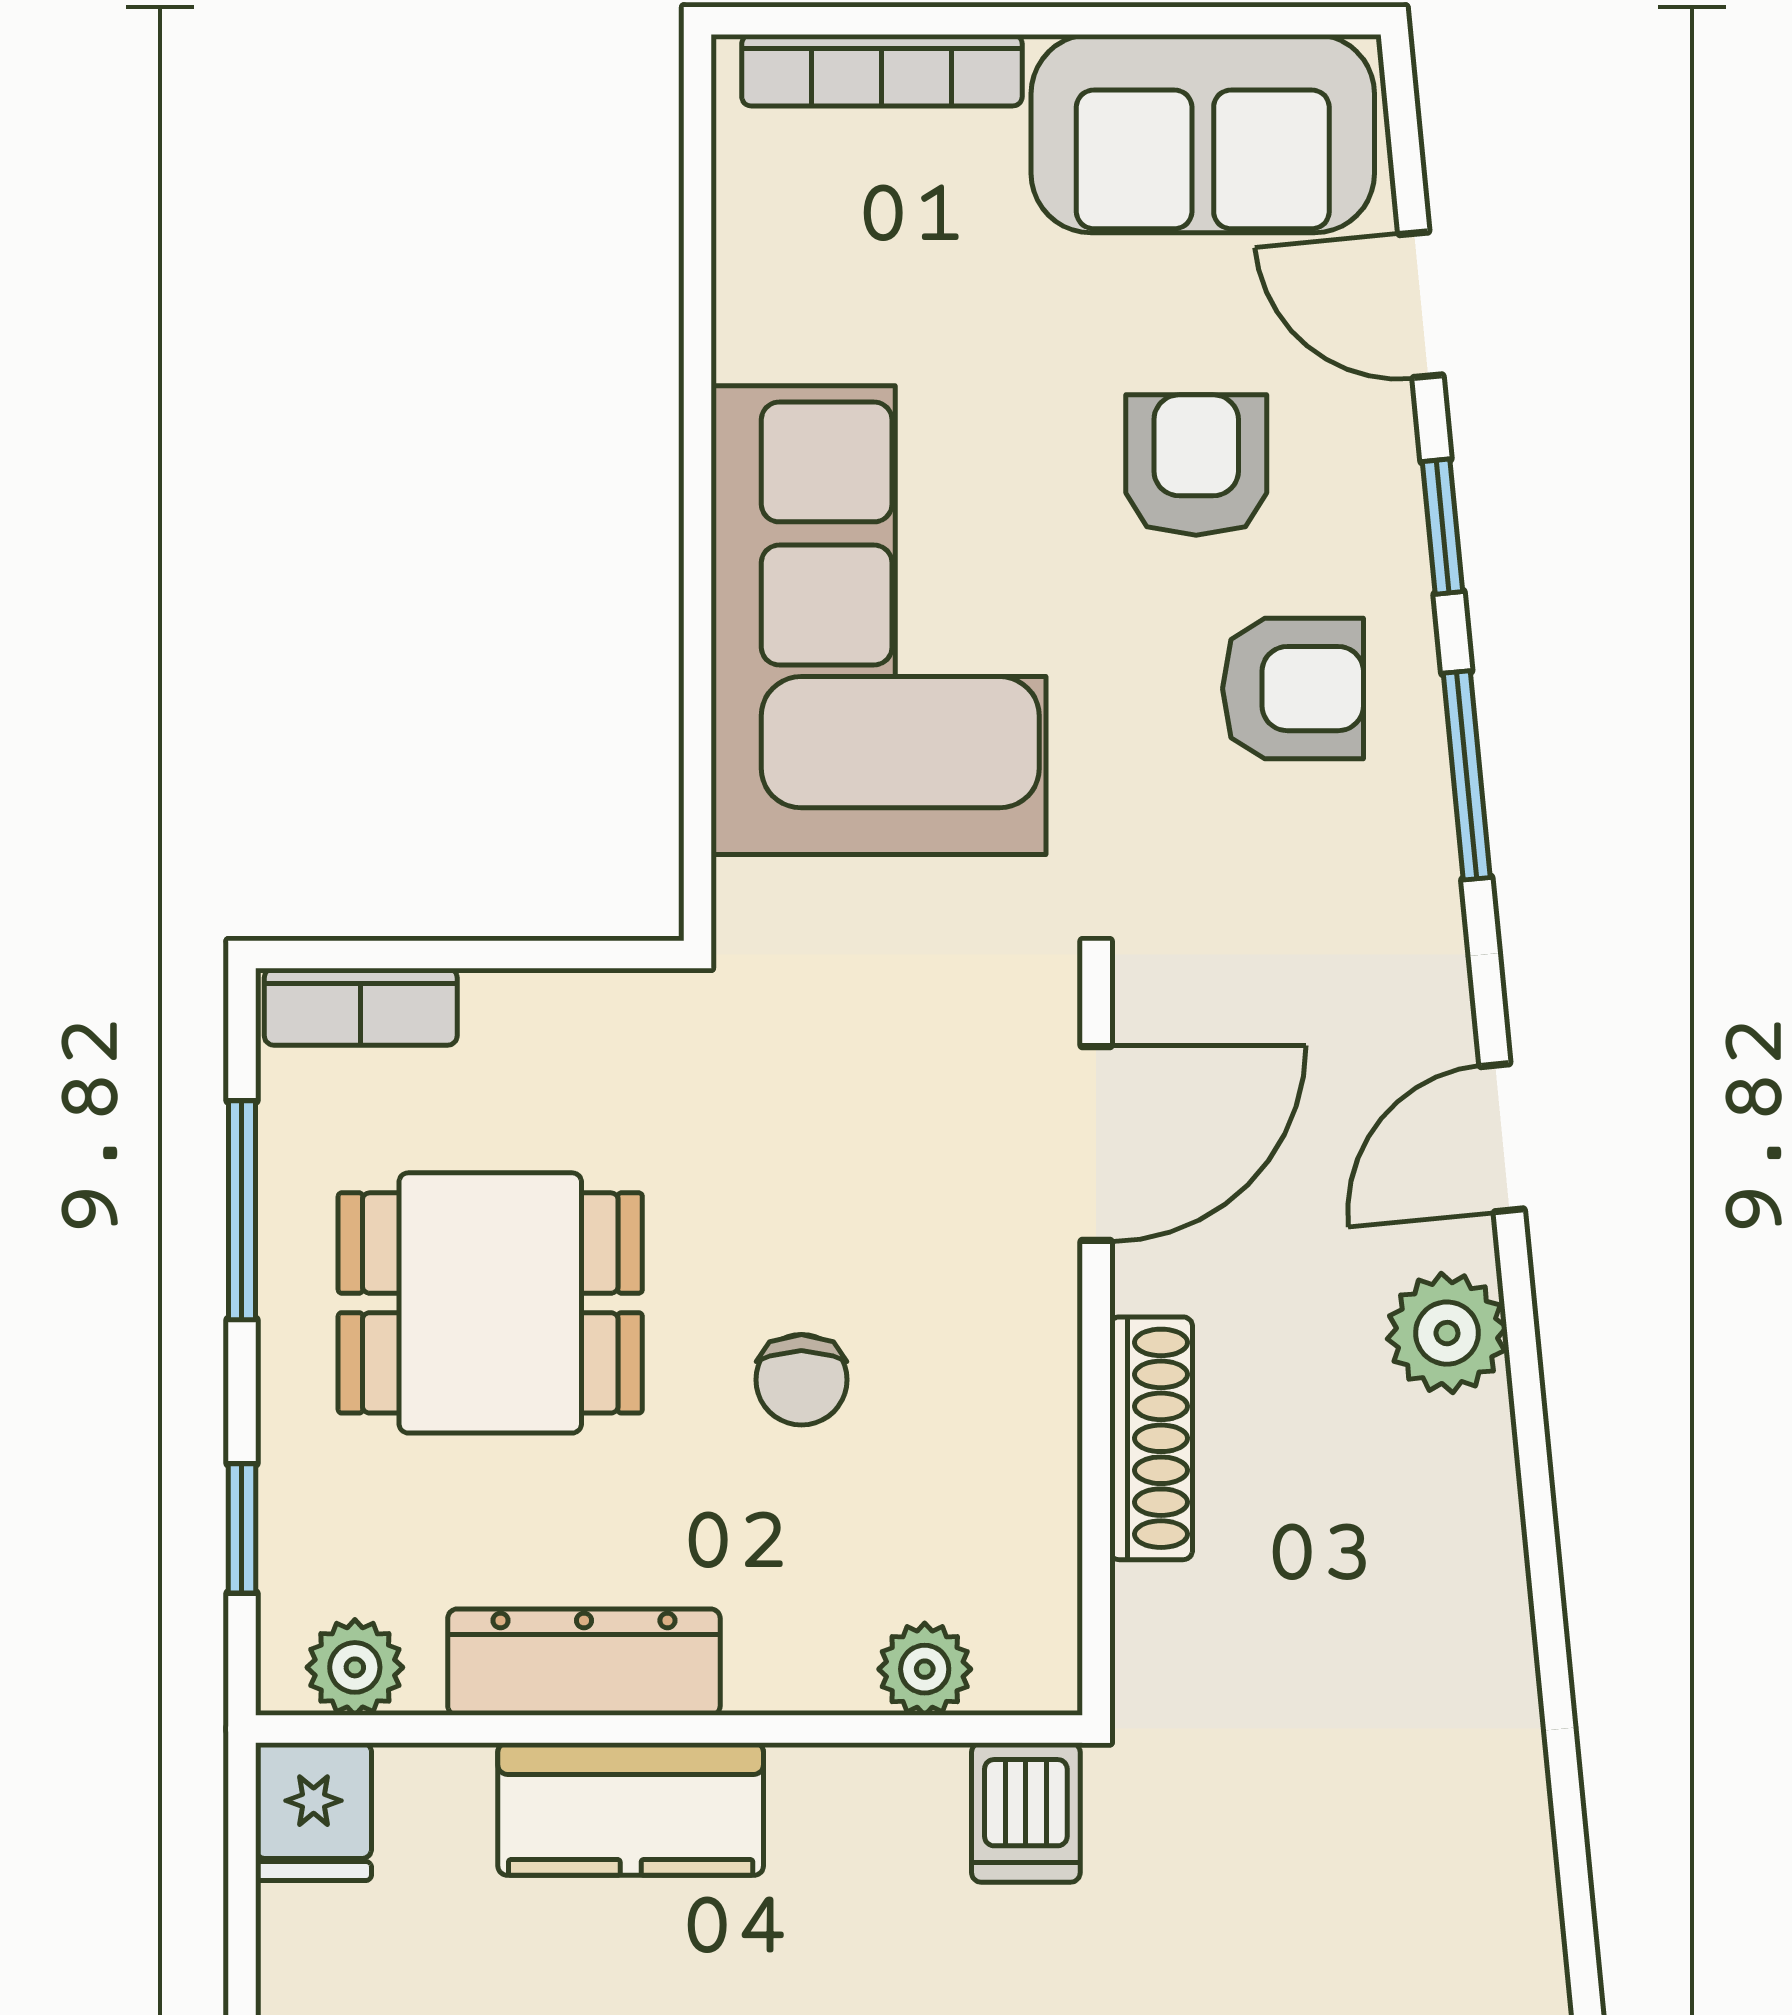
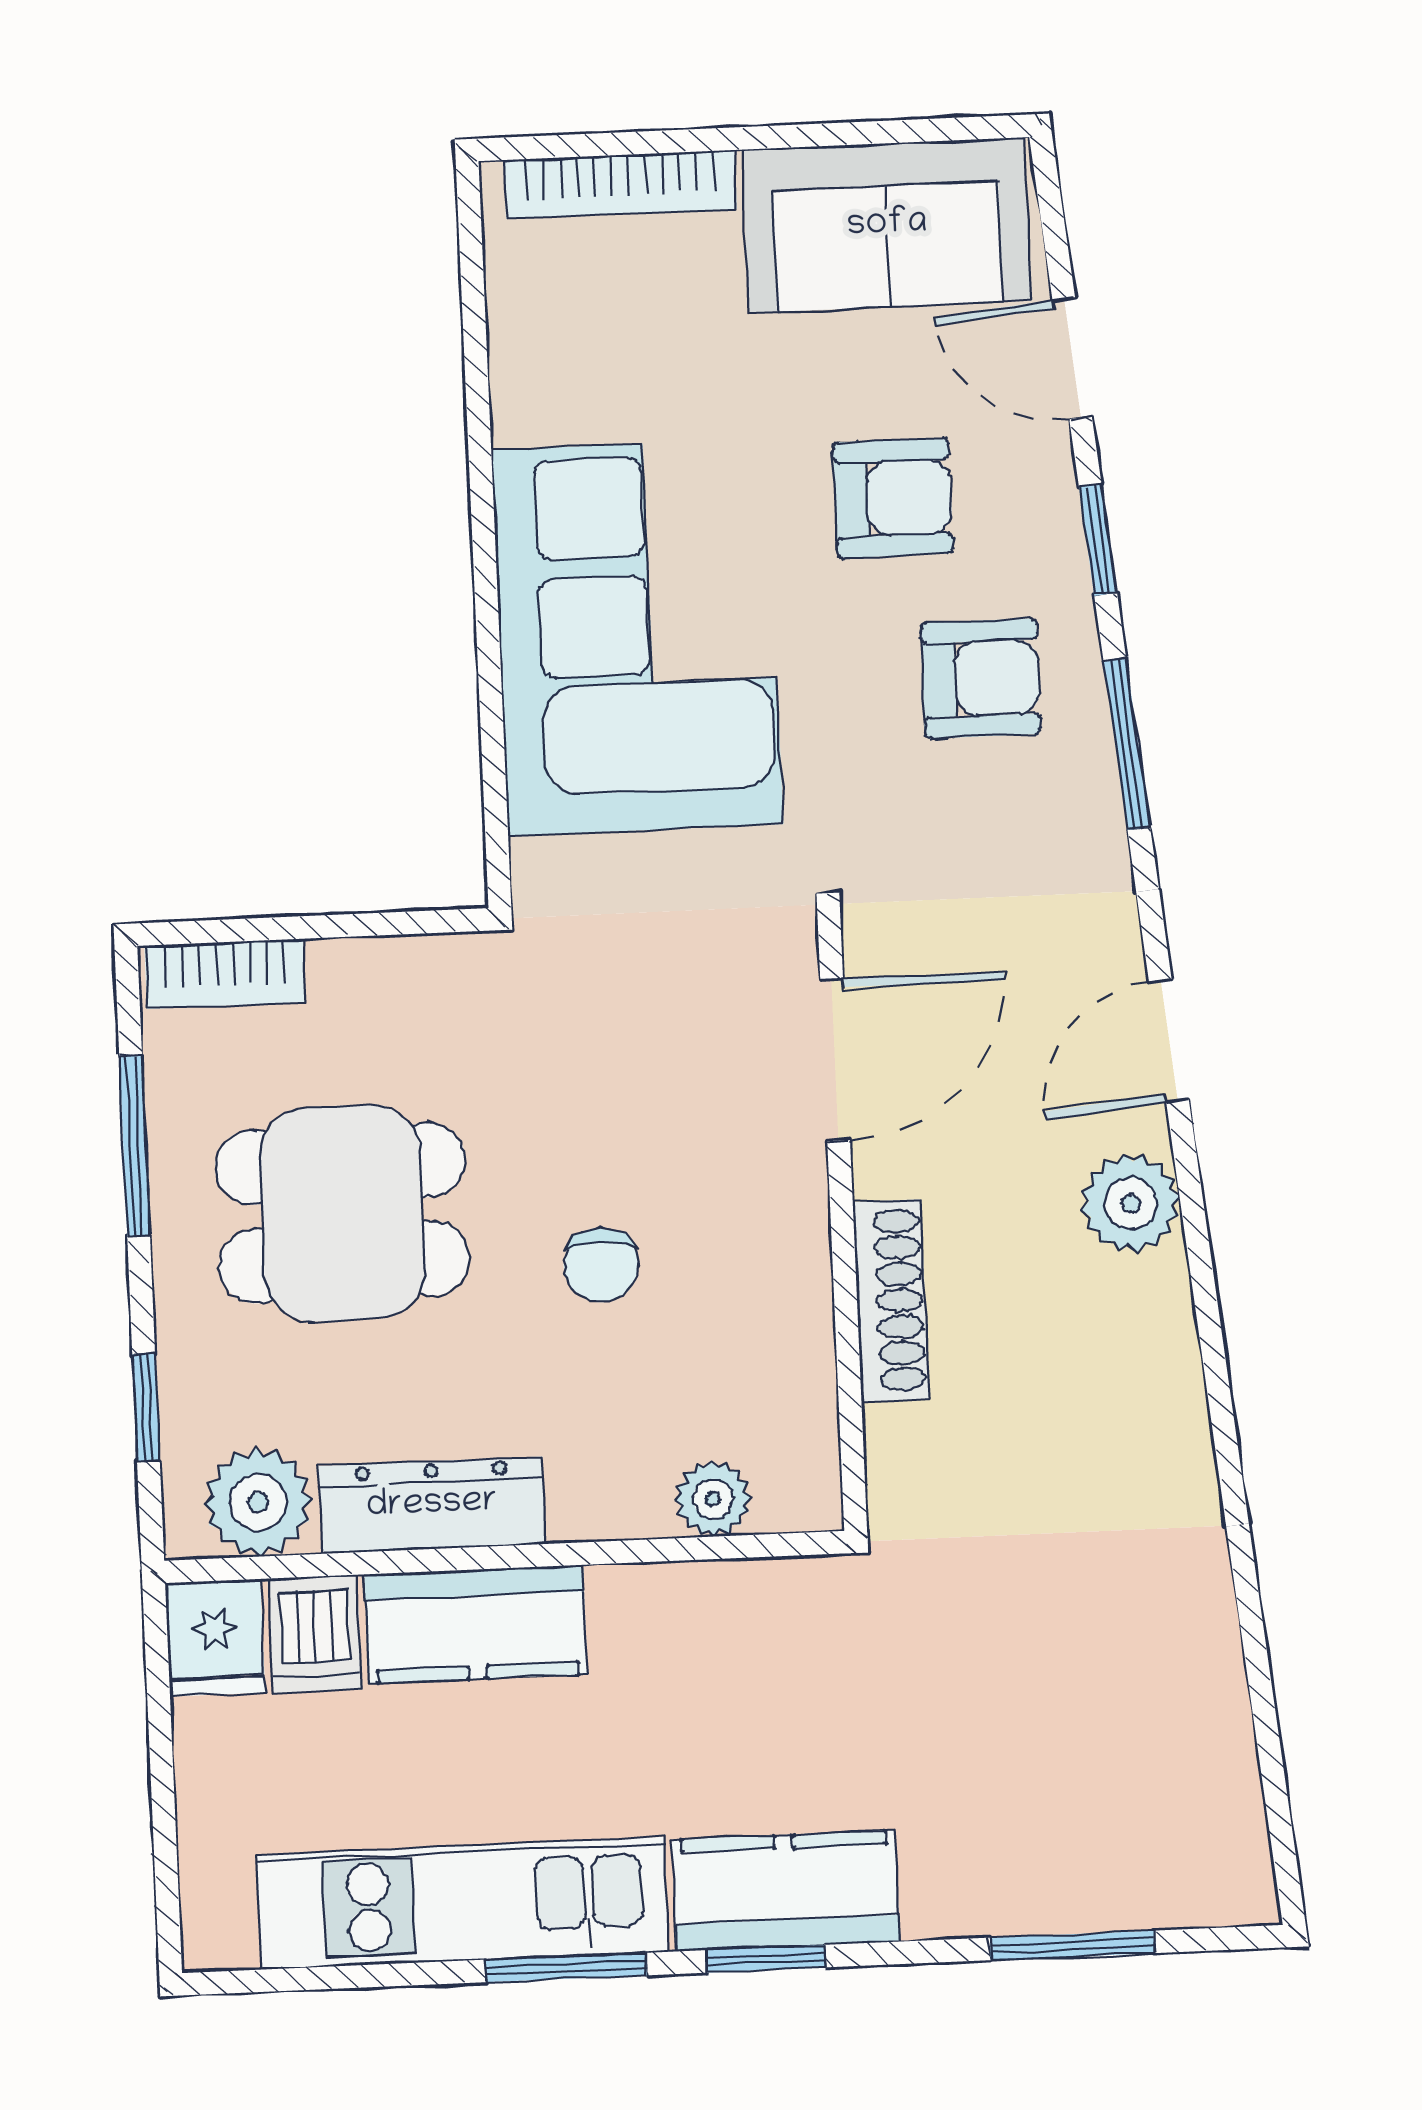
armchair: (1196, 465) -> (893, 498), turned 90
plant: (355, 1667) -> (258, 1502), width x1.38, depth x1.38
dishwasher: (1026, 1812) -> (315, 1634), moved

